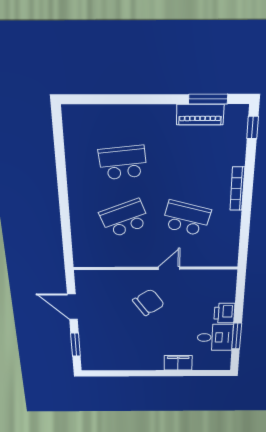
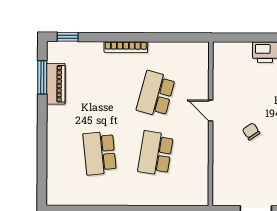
school desk: (125, 218) -> (156, 153), turned 30
chair: (149, 302) -> (251, 131), width x0.54, depth x0.54

